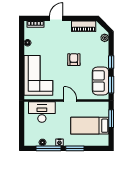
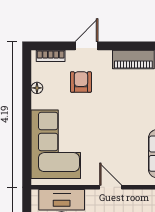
armchair: (74, 60) -> (81, 82), moved

